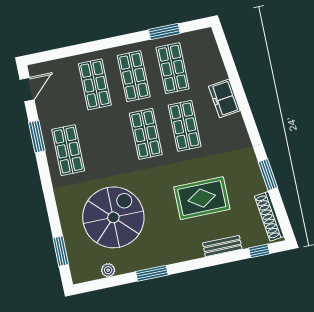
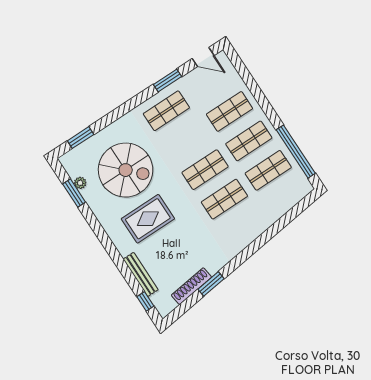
window: (164, 31) -> (296, 152), width x2.11
freezer: (224, 98) -> (260, 223), removed
rug: (202, 198) -> (148, 219), moved, turned 90
shoe rack: (269, 216) -> (191, 286), moved
bench: (222, 246) -> (141, 274), width x1.36
window: (152, 273) -> (74, 193), moved

